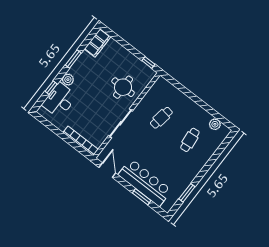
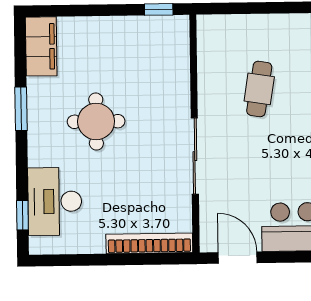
plant: (68, 80) -> (40, 153), removed
round table: (123, 87) -> (96, 121), moved
window: (51, 88) -> (22, 215), moved

